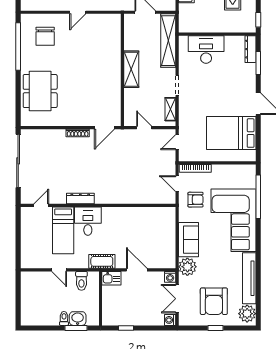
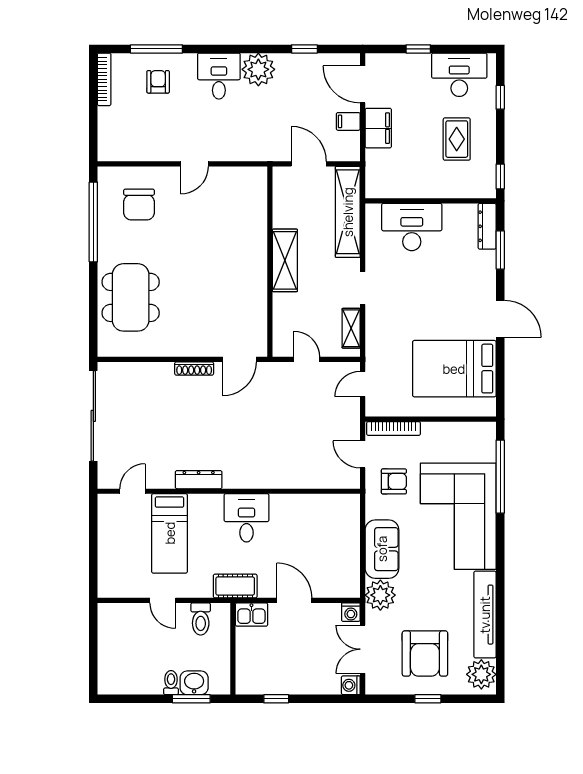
desk: (88, 221) -> (246, 518), moved

